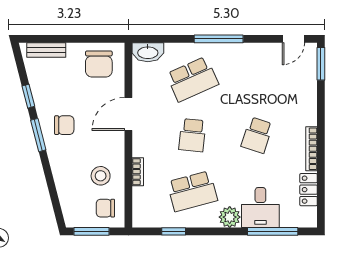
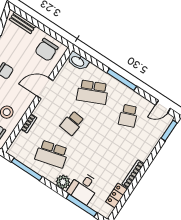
school desk: (257, 135) -> (128, 116), moved, turned -39
window: (174, 231) -> (27, 169), width x2.17

